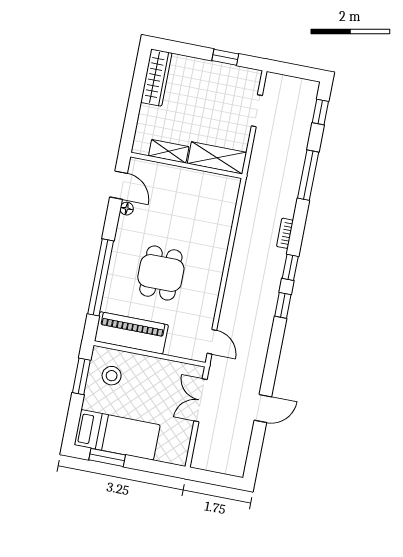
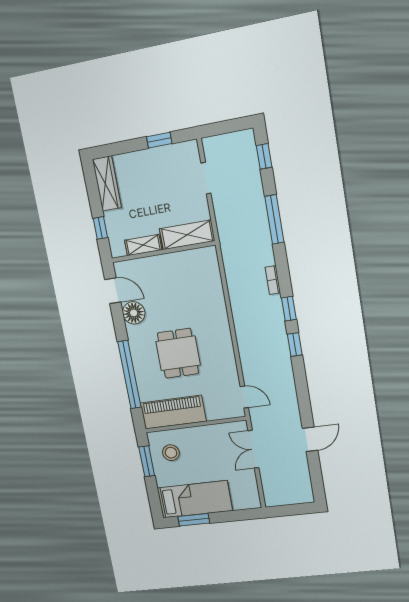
window: (132, 118) -> (100, 228), added
floor lamp: (127, 209) -> (134, 313), width x1.89, depth x1.89

